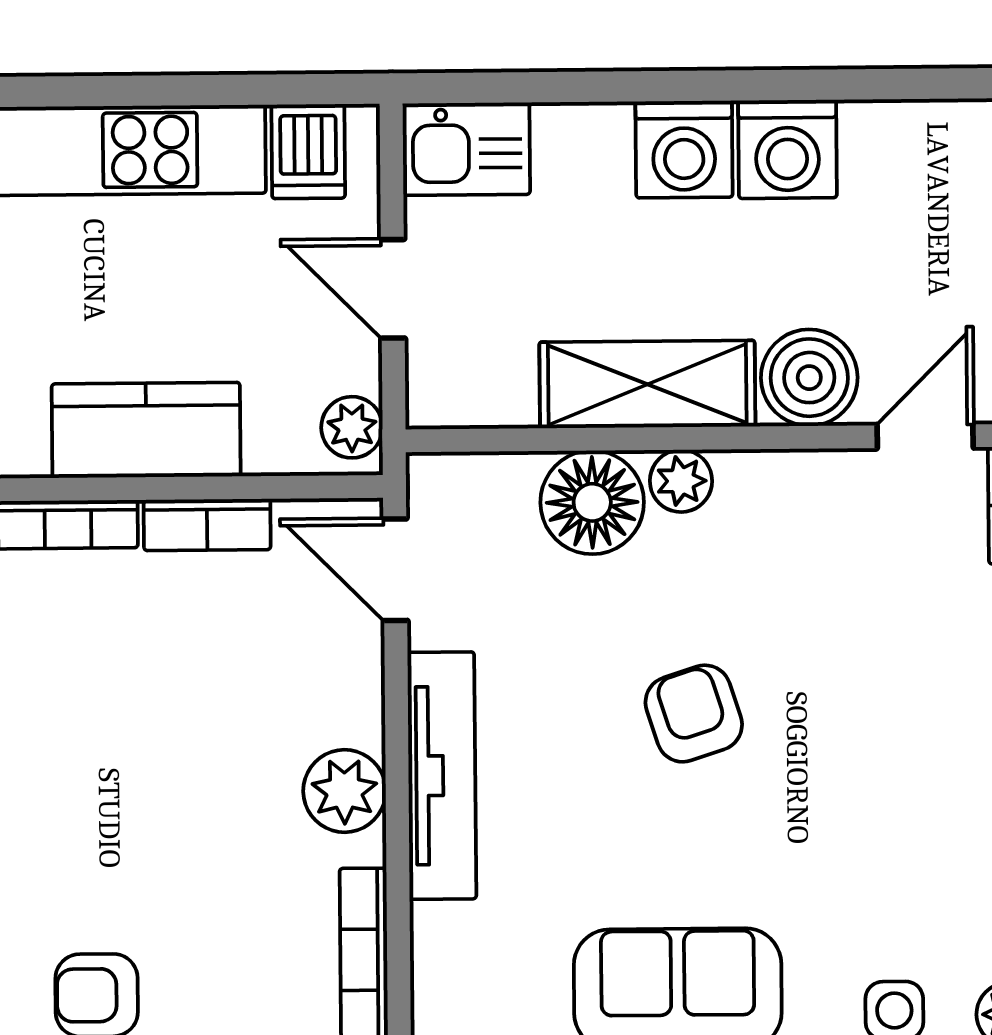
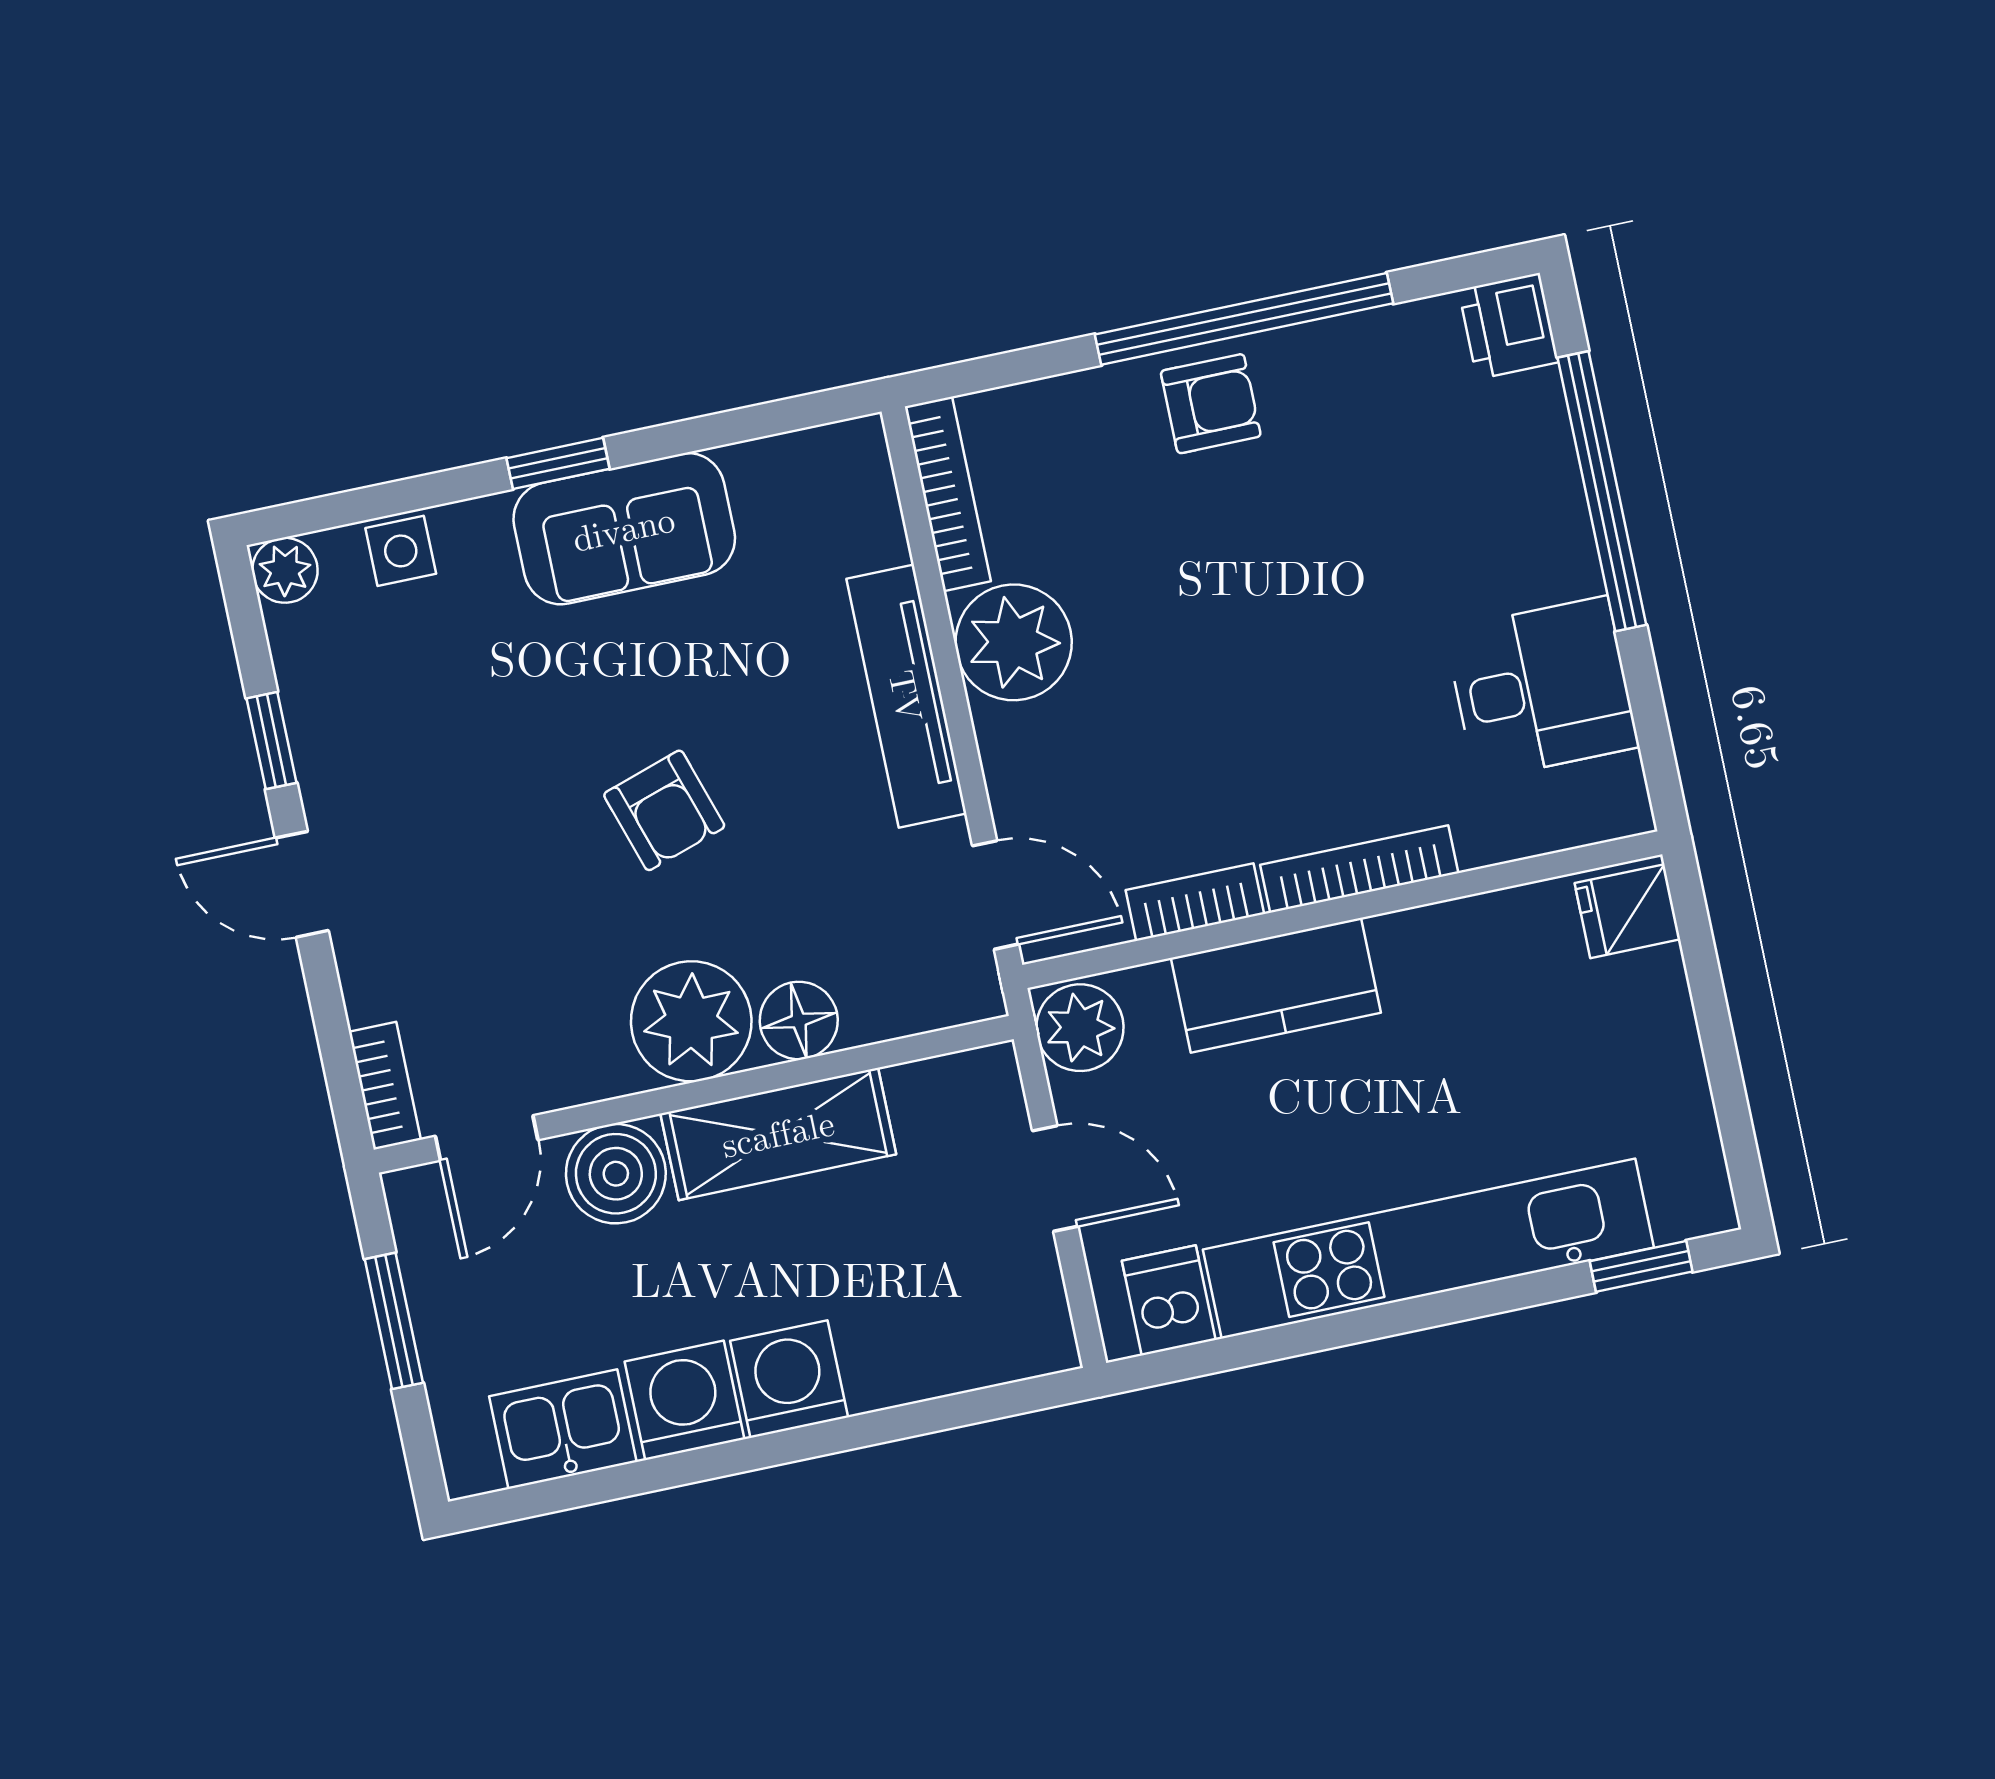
kitchen sink: (466, 149) -> (563, 1429), moved
plant: (352, 427) -> (1080, 1028), width x1.38, depth x1.38
plant: (681, 481) -> (691, 1021), width x1.88, depth x1.88
floor lamp: (592, 502) -> (799, 1020), width x0.73, depth x0.73
plant: (344, 791) -> (1014, 642), width x1.36, depth x1.36

